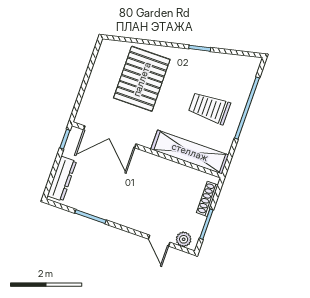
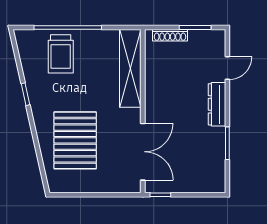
pallet: (142, 79) -> (75, 140), turned 90
trolley: (209, 108) -> (61, 54), moved
dresser: (62, 179) -> (217, 104), moved, turned -90
plant: (184, 239) -> (218, 45), removed

